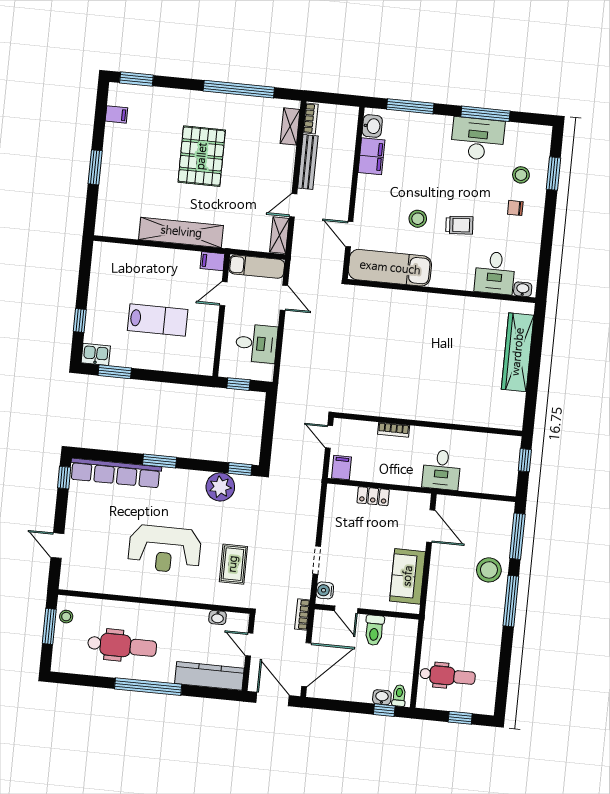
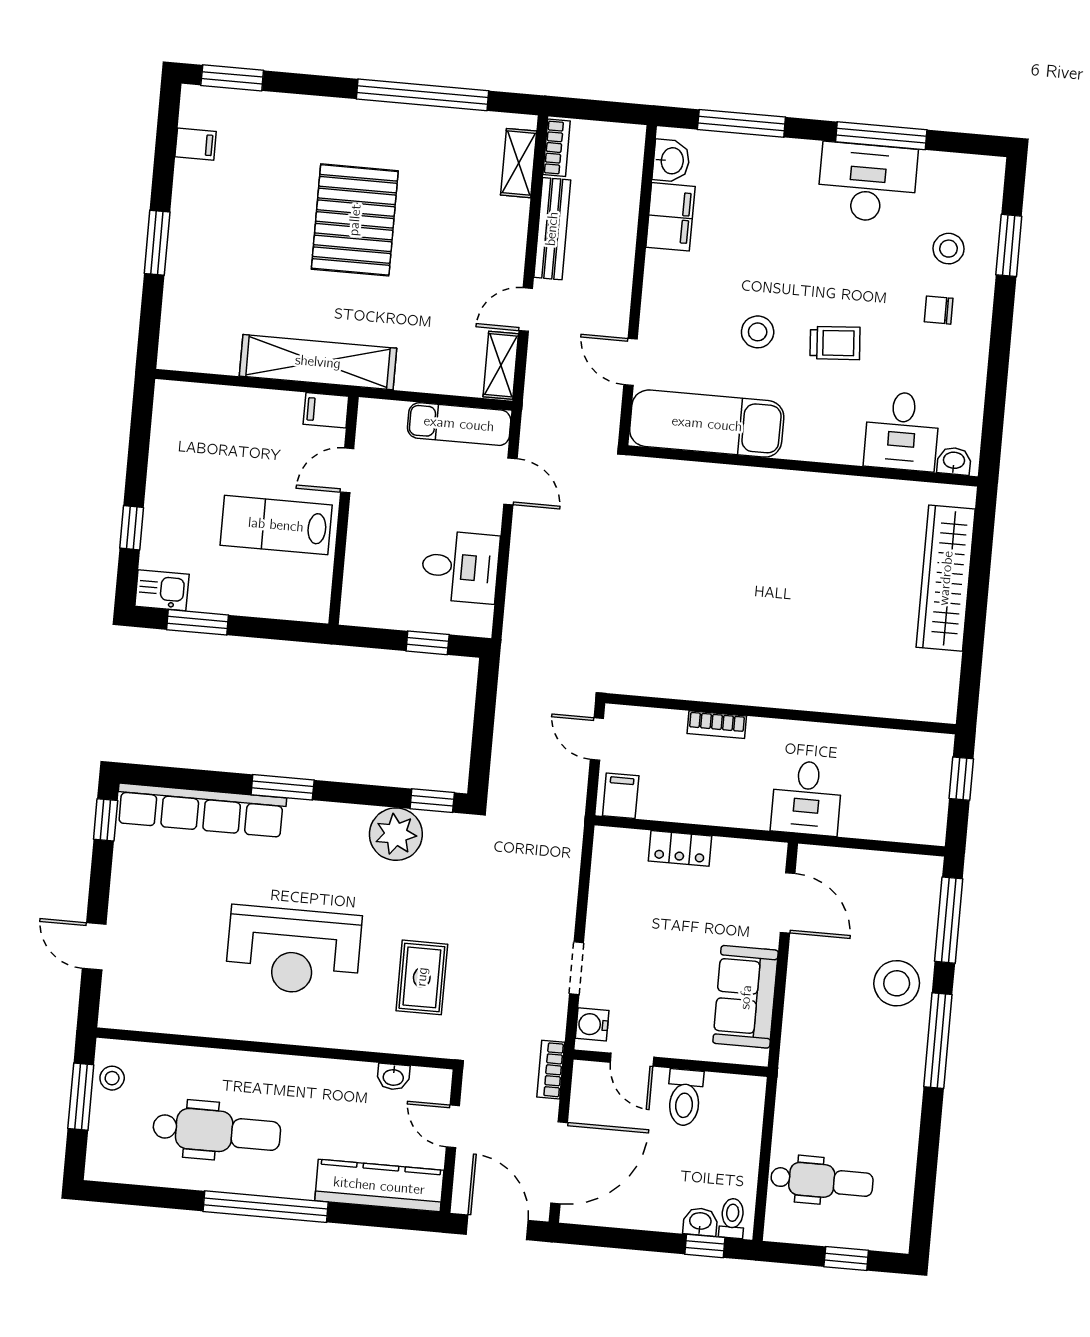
filing cabinet: (212, 261) -> (326, 410), moved
door: (223, 294) -> (347, 470), moved
wall: (221, 315) -> (344, 510), moved
lab bench: (158, 320) -> (276, 525), turned 180

